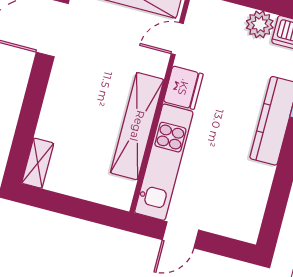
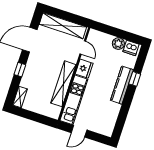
door: (177, 39) -> (83, 48), swing flipped
window: (34, 99) -> (20, 70), added

